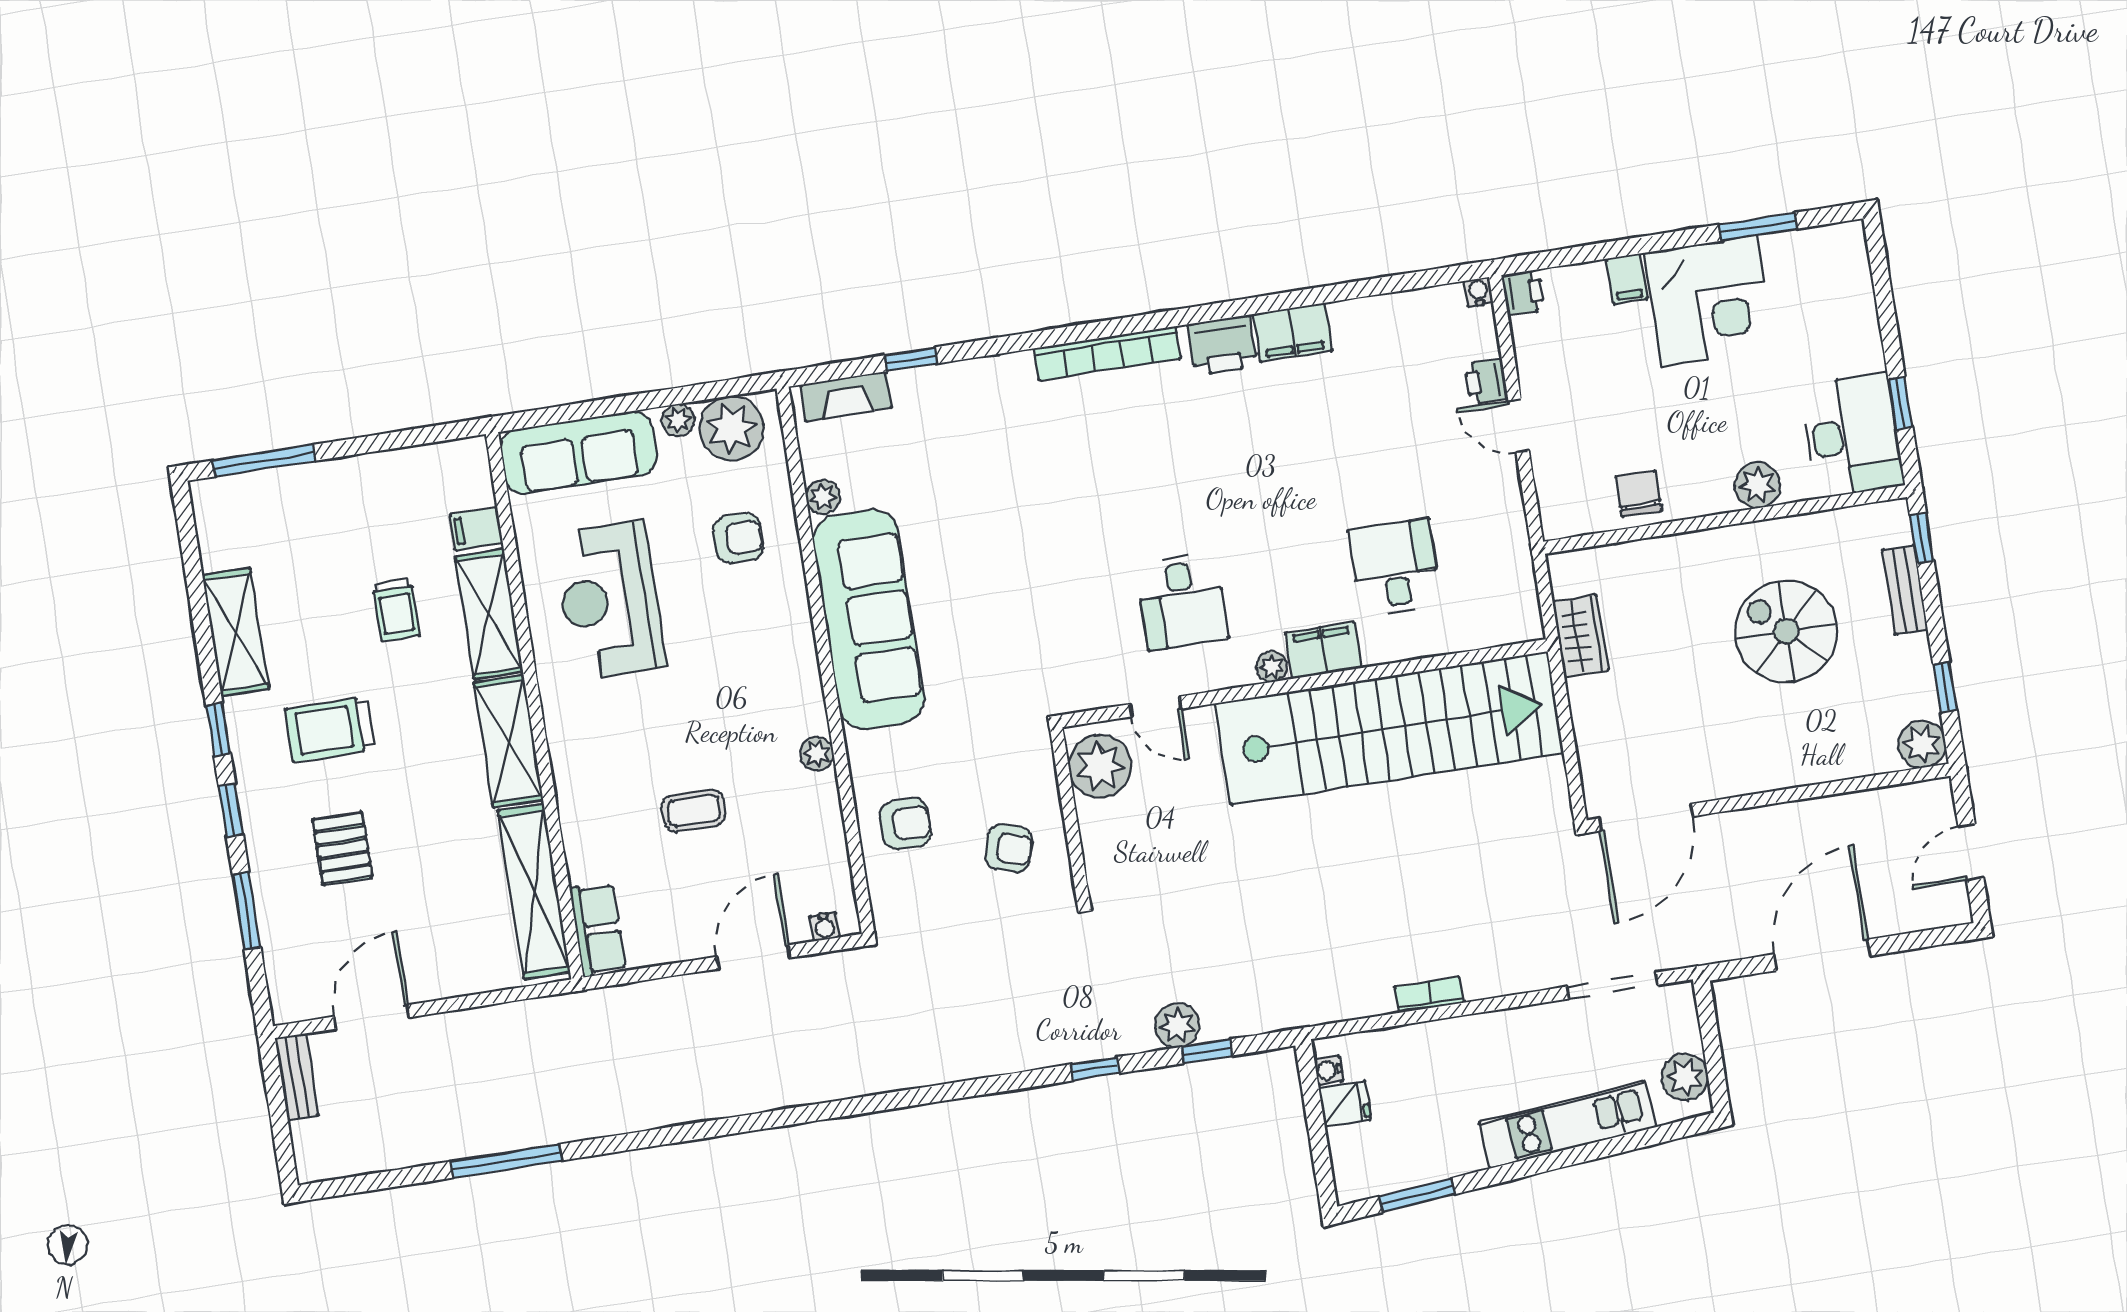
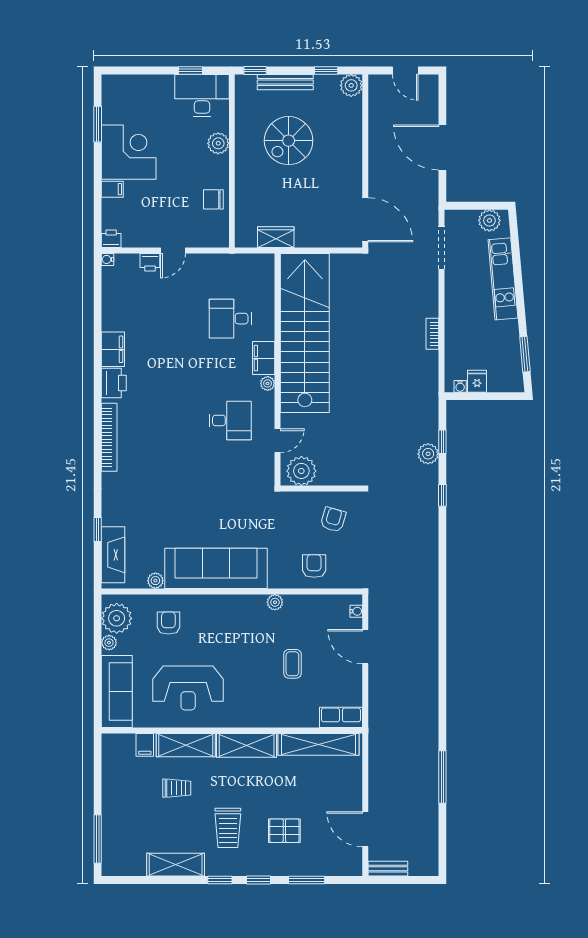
fireplace: (846, 396) -> (113, 555), width x1.37, depth x1.32
bench: (1905, 590) -> (285, 82), width x1.36

